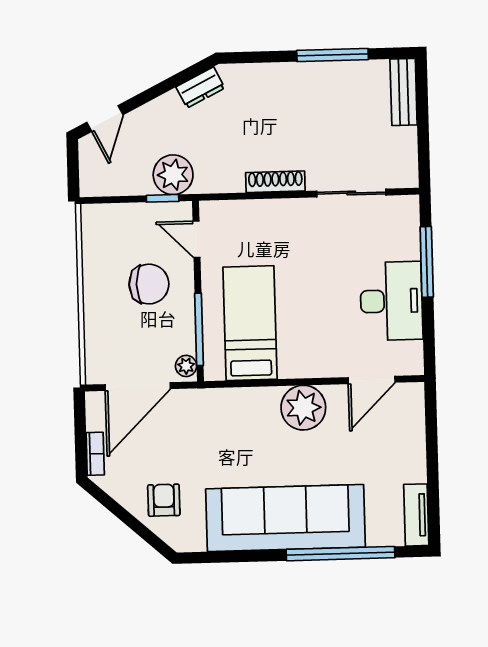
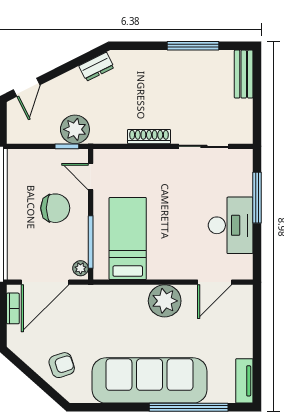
bookcase: (95, 454) -> (13, 308), moved
armchair: (164, 500) -> (62, 365), turned 72

